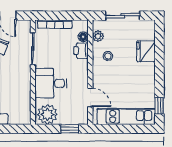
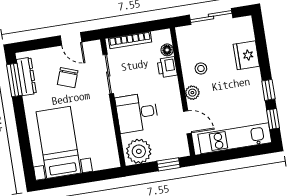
plant: (98, 36) -> (192, 93), moved
window: (159, 82) -> (268, 90), added

